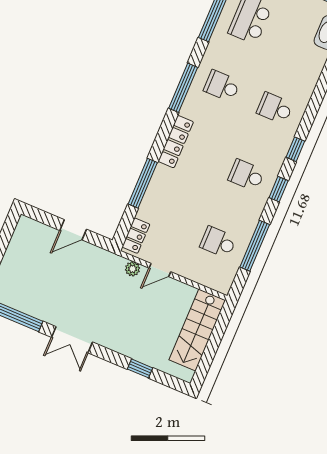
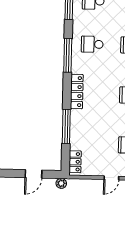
plant: (132, 269) -> (61, 183), moved
door: (160, 270) -> (111, 178), moved

